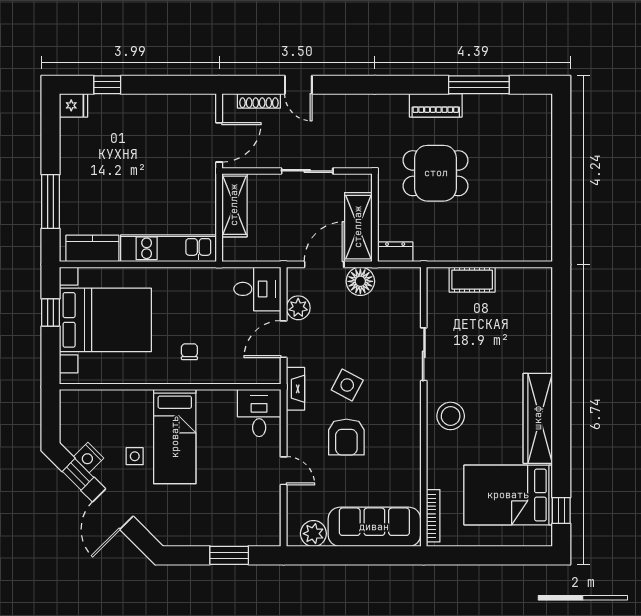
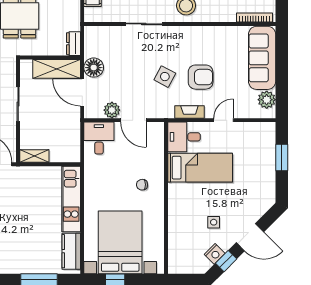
shelving: (234, 205) -> (34, 156), width x0.67, depth x0.75
fireplace: (295, 389) -> (189, 112), moved
bed: (175, 437) -> (200, 168), moved

